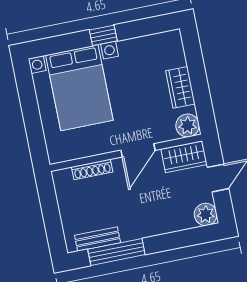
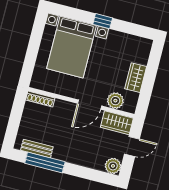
plant: (188, 126) -> (115, 101), moved
shoe rack: (92, 169) -> (40, 99), moved

